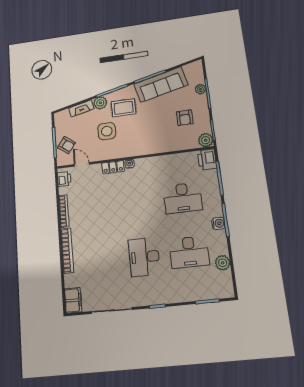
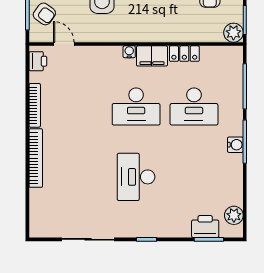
printer: (207, 159) -> (205, 227), moved, turned 90
locker: (113, 167) -> (184, 54), moved
desk: (189, 252) -> (136, 106), moved
plant: (223, 263) -> (234, 215), moved
filing cabinet: (73, 300) -> (152, 56), moved, turned 90

